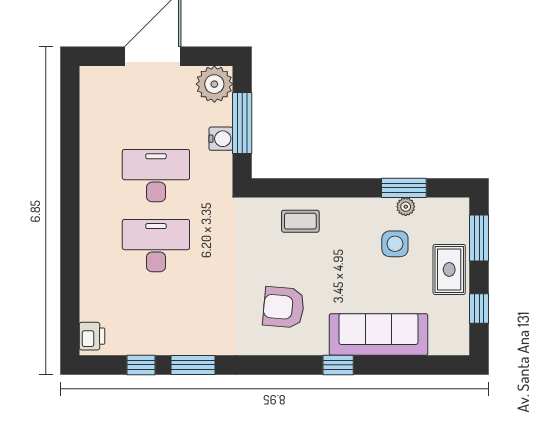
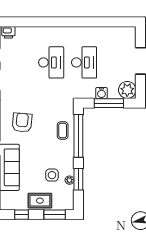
window: (312, 188) -> (78, 136), added

